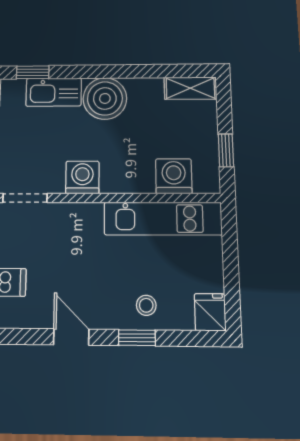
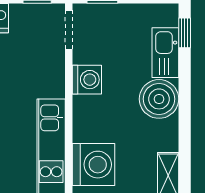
washing machine: (174, 176) -> (94, 165), width x1.37, depth x1.37

